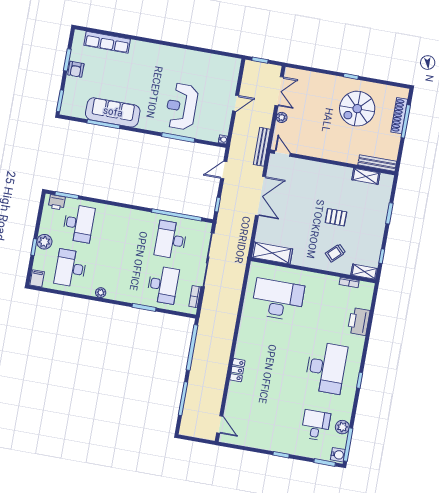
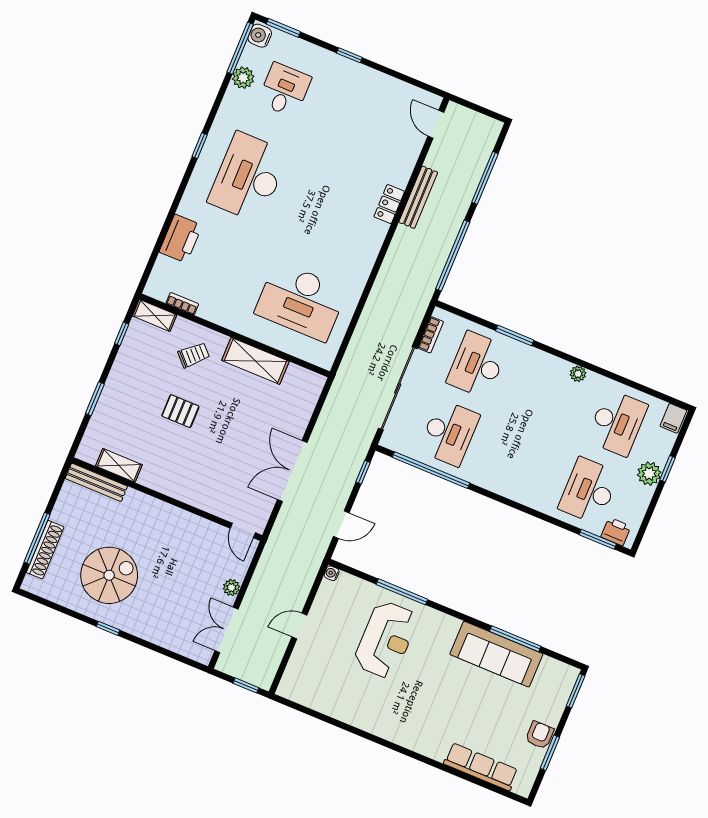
bench: (262, 147) -> (418, 197), moved
shelving: (272, 253) -> (255, 361), moved
desk: (316, 425) -> (284, 90), turned 180

